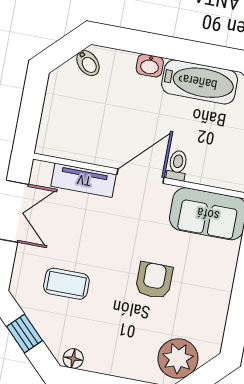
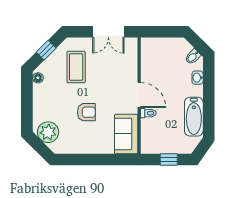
washbasin: (150, 66) -> (198, 78), moved
tv unit: (84, 180) -> (131, 66), removed
coffee table: (66, 284) -> (76, 67), width x1.36, depth x1.30

